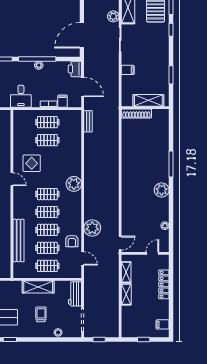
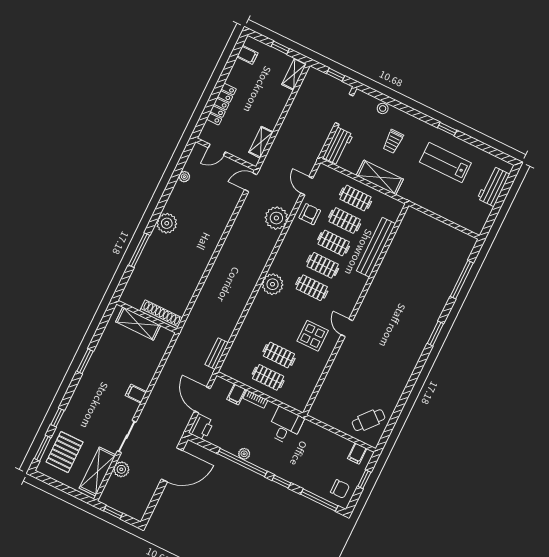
shelving: (148, 100) -> (138, 324), moved
wall: (145, 108) -> (147, 317), moved
shoe rack: (136, 114) -> (161, 314), moved
shelving: (126, 294) -> (294, 74), moved

